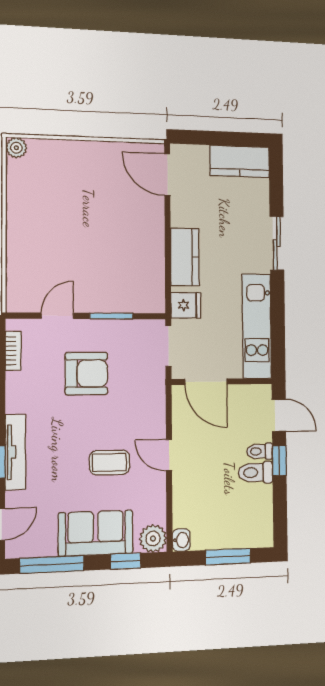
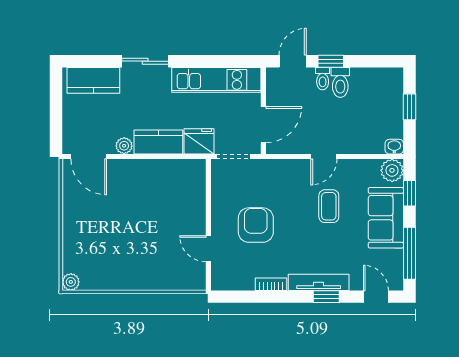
kitchen counter: (240, 161) -> (93, 80), moved, turned 90
door: (167, 174) -> (89, 157), hinge flipped
plant: (180, 217) -> (124, 146), added
fridge: (186, 305) -> (199, 141), width x1.38
window: (111, 316) -> (208, 204), removed
bookcase: (13, 351) -> (271, 284), moved
window: (228, 557) -> (410, 107), width x0.67

